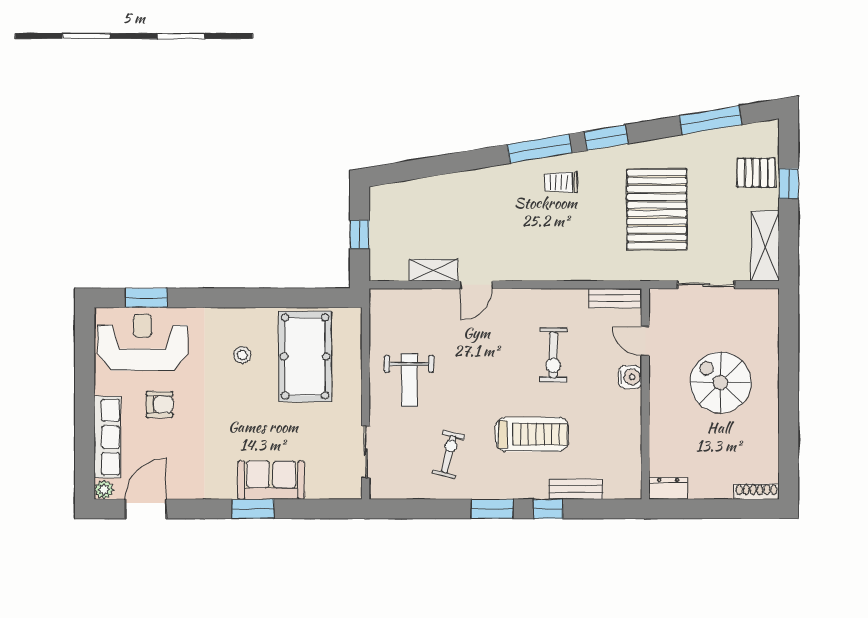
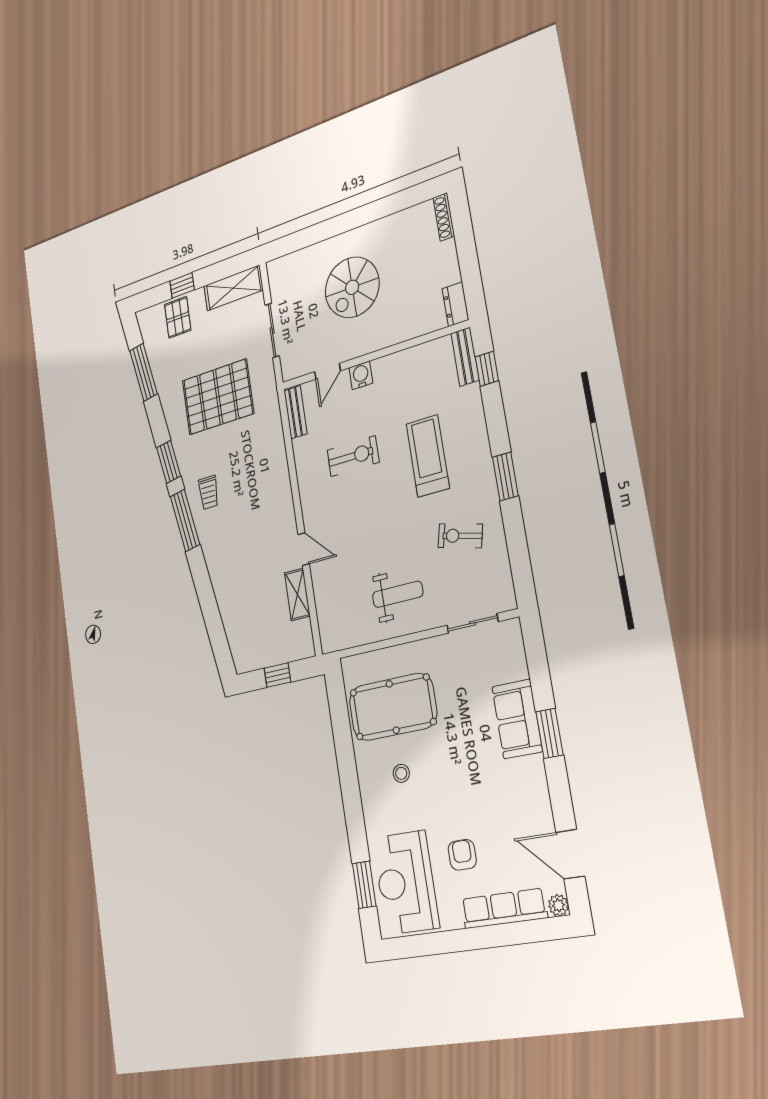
bench: (576, 489) -> (465, 357), moved
window: (548, 509) -> (487, 369), moved

